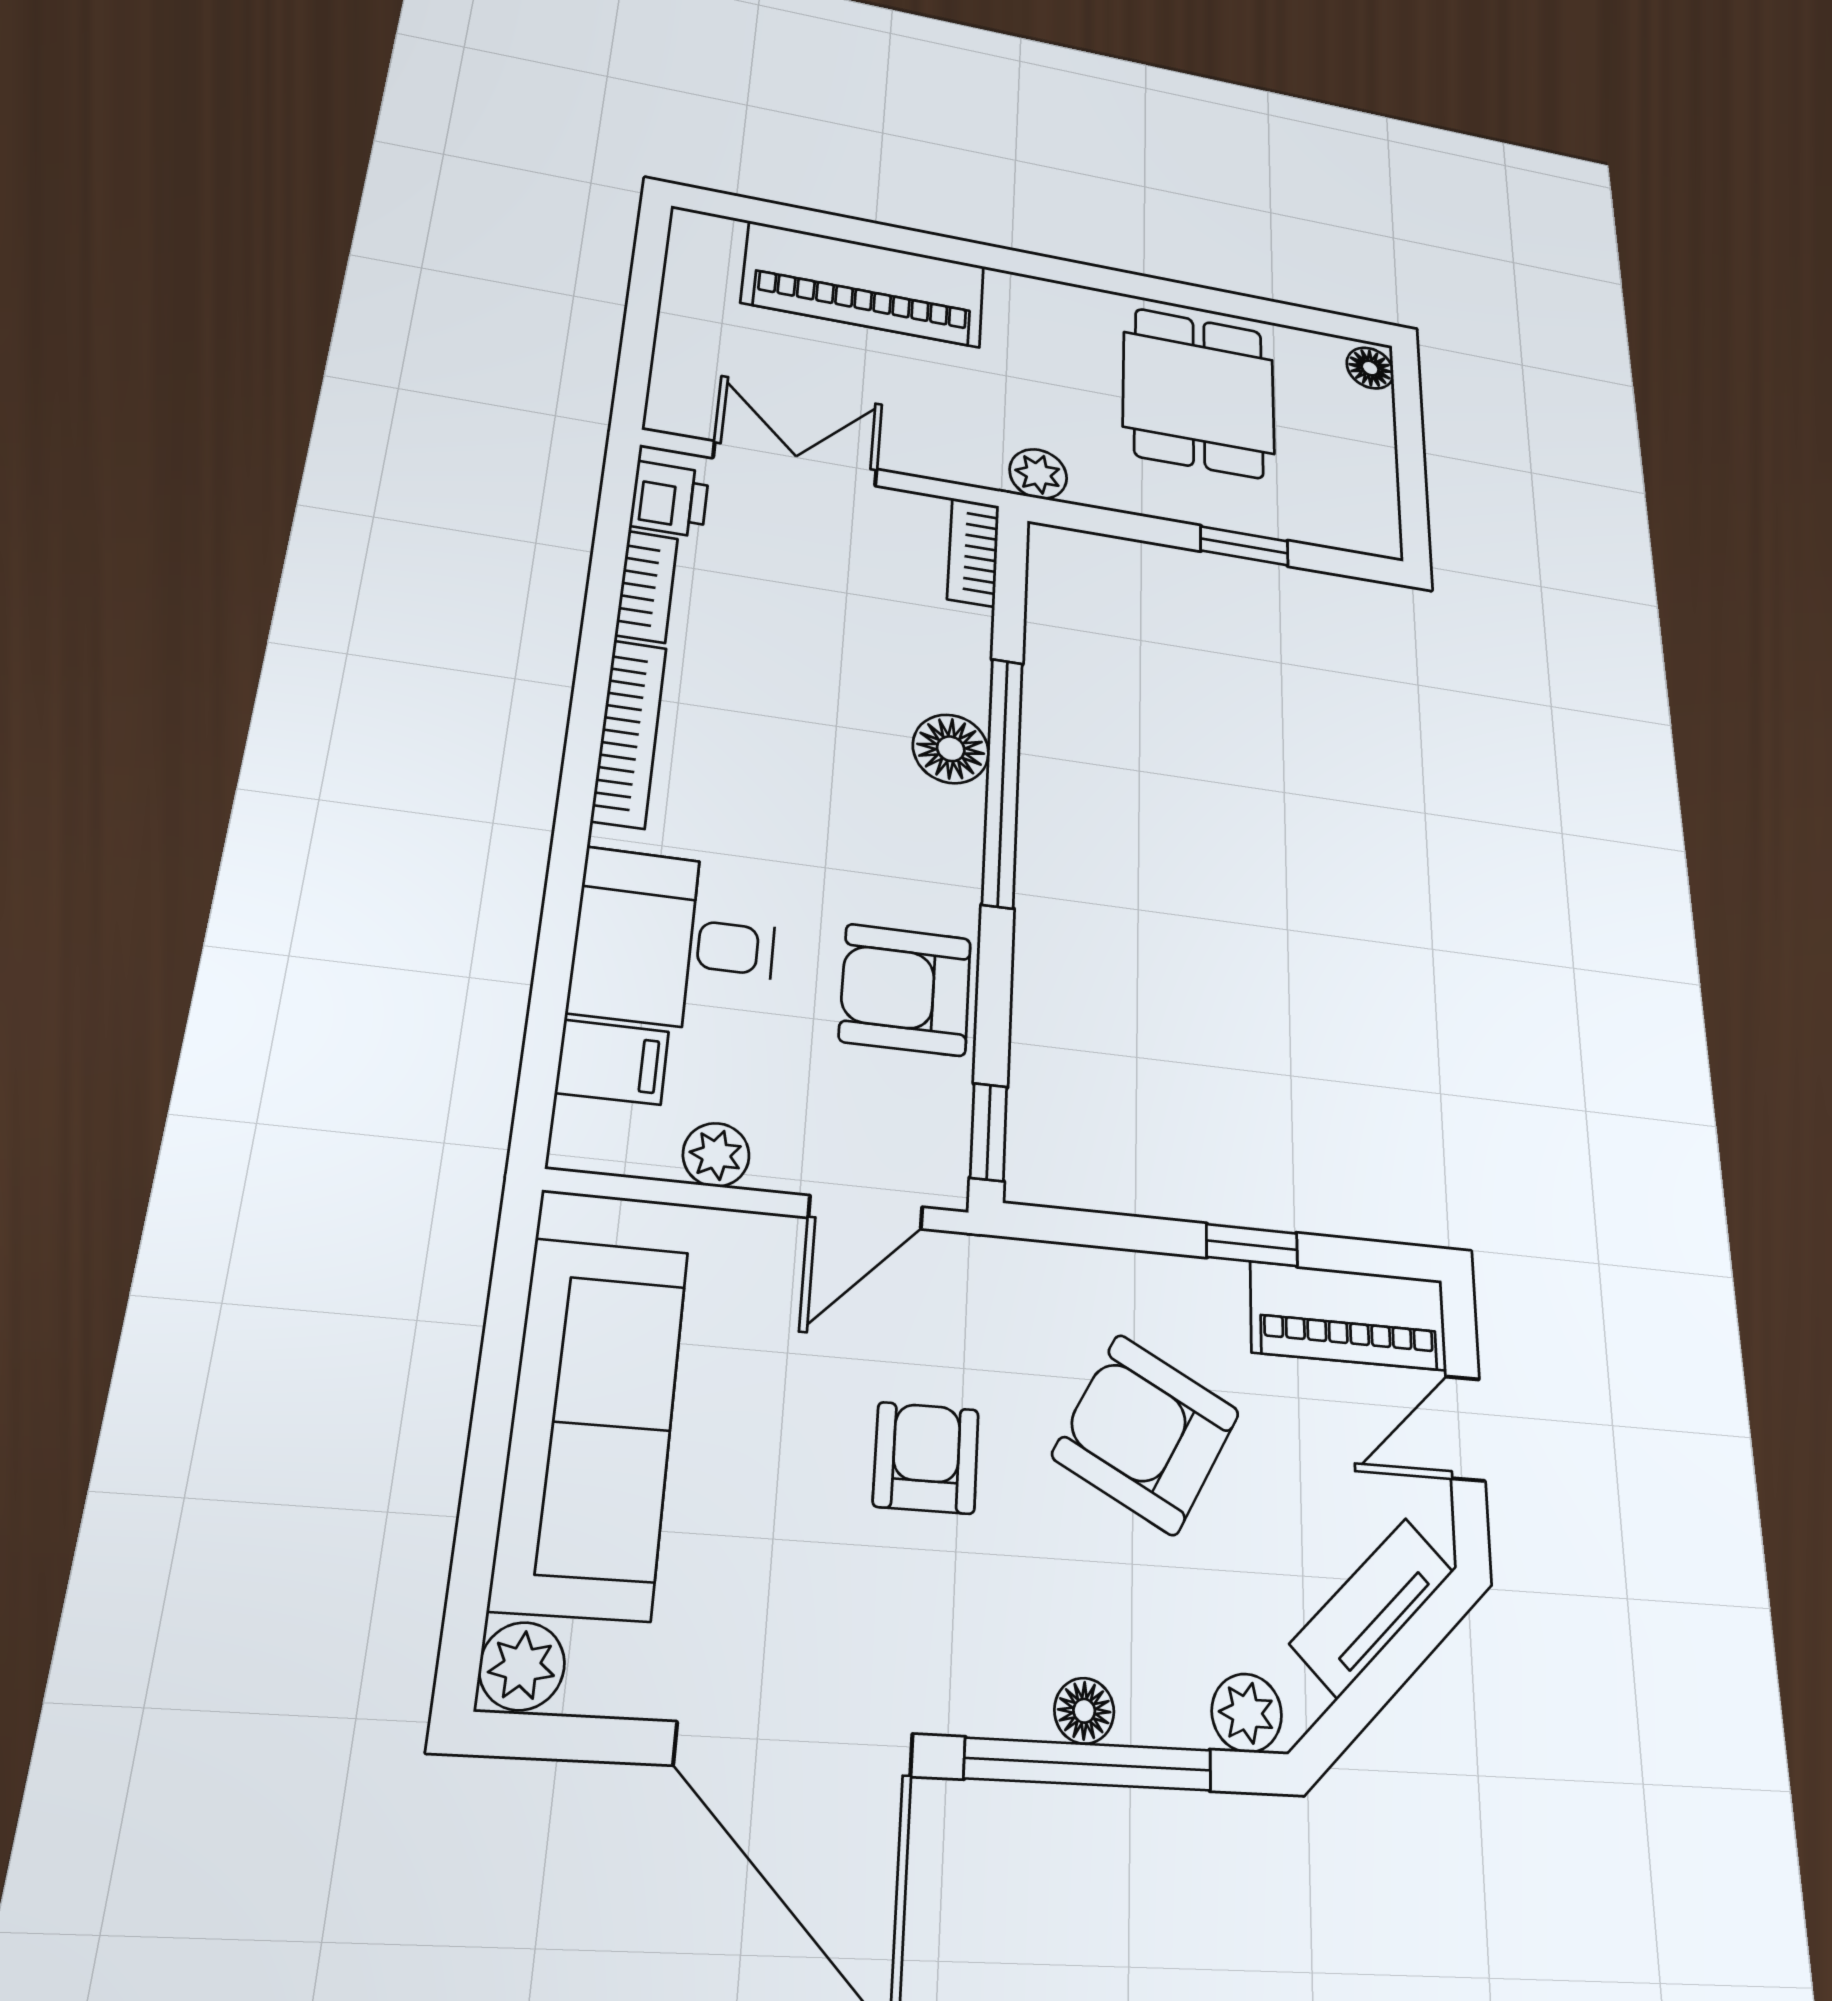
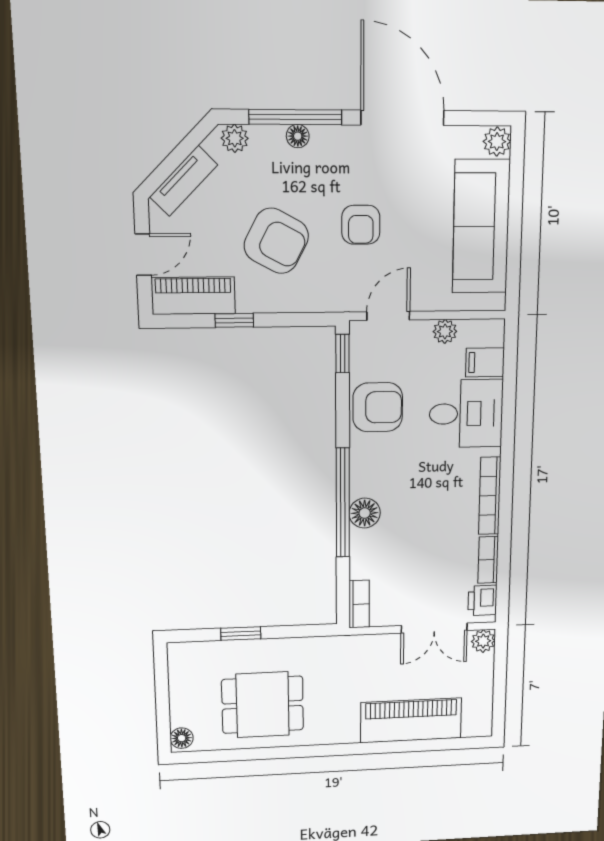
dining table: (1199, 393) -> (263, 705), turned 90
plant: (1038, 474) -> (483, 641), moved

